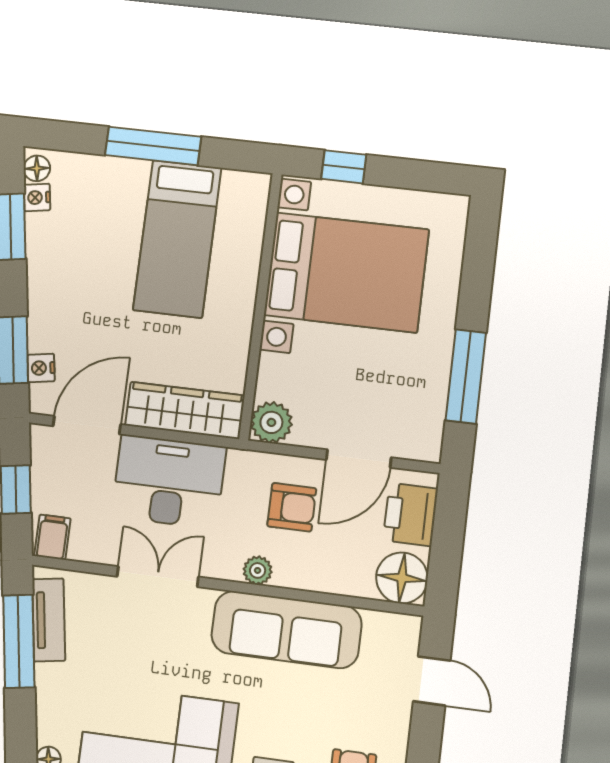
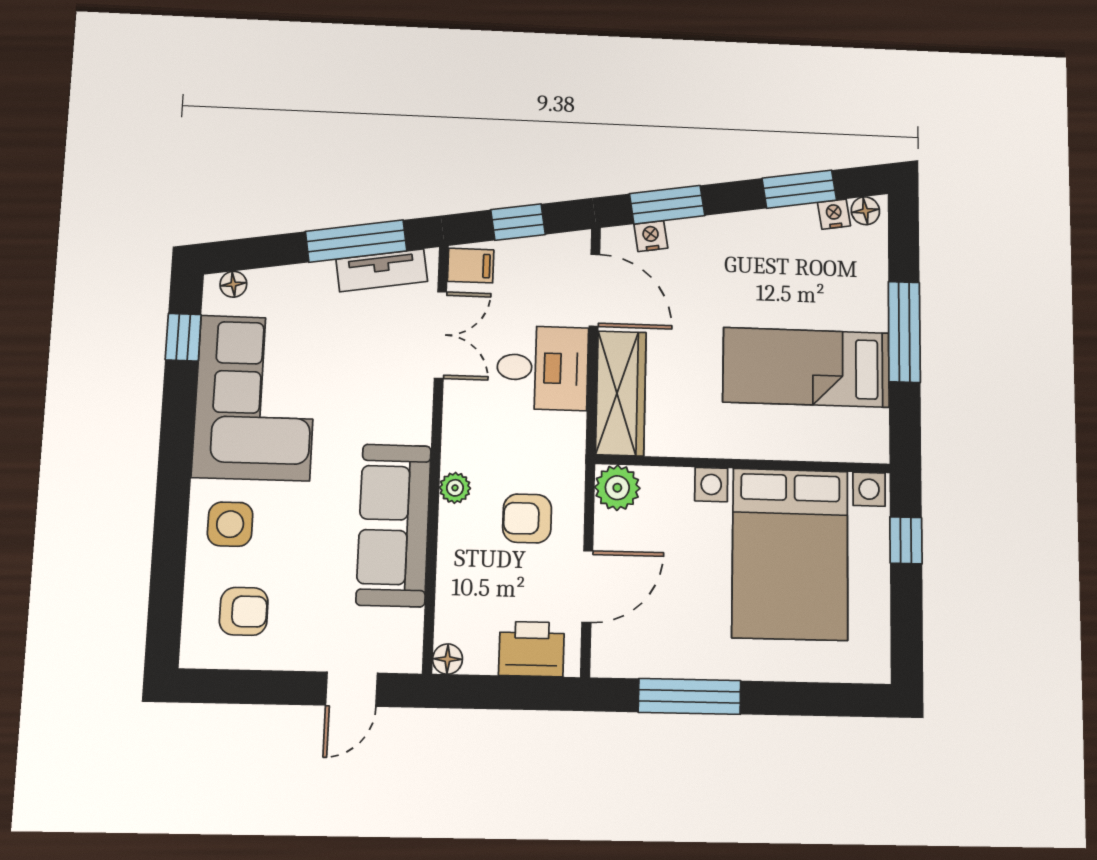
door: (359, 459) -> (587, 587), swing flipped
desk: (169, 482) -> (543, 368), width x0.73
armchair: (292, 507) -> (527, 518), turned 90
double door: (158, 577) -> (440, 335), moved
floor lamp: (402, 578) -> (448, 659), width x0.53, depth x0.53

